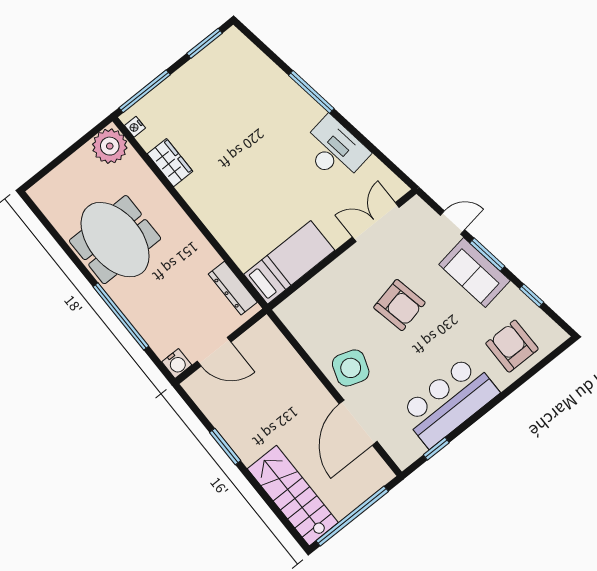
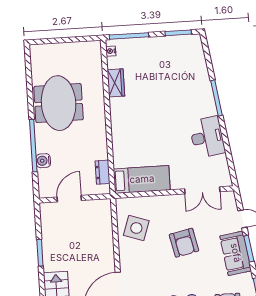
plant: (110, 146) -> (90, 52), removed
double door: (376, 222) -> (202, 190), swing flipped
dresser: (233, 288) -> (103, 172), width x0.70
door: (214, 352) -> (69, 199), swing flipped
water cooler: (177, 363) -> (43, 161), moved, turned 90
side table: (351, 368) -> (136, 228), moved

